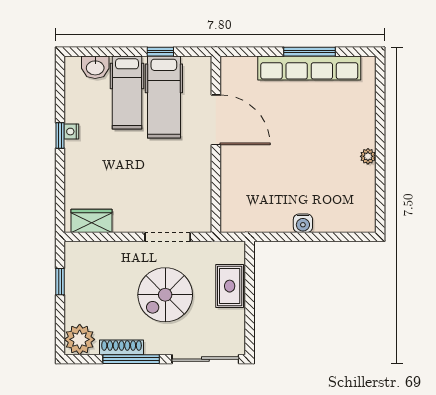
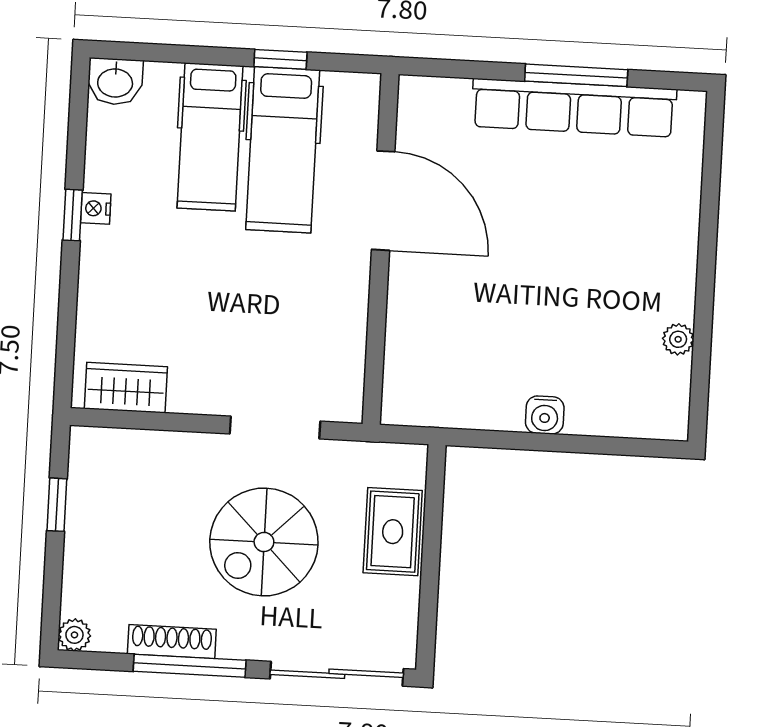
washbasin: (95, 67) -> (115, 82), moved
plant: (368, 156) -> (678, 339), moved
plant: (80, 339) -> (74, 635), width x0.53, depth x0.53

